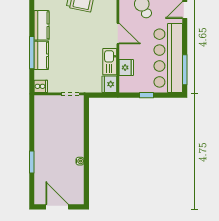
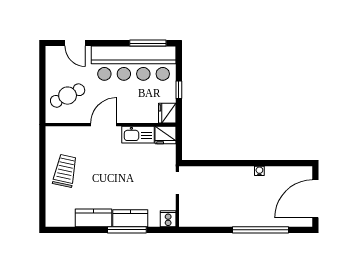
fridge: (126, 67) -> (167, 113), moved, turned -90
window: (32, 162) -> (261, 230), width x2.11
door: (57, 207) -> (315, 199), width x1.36

